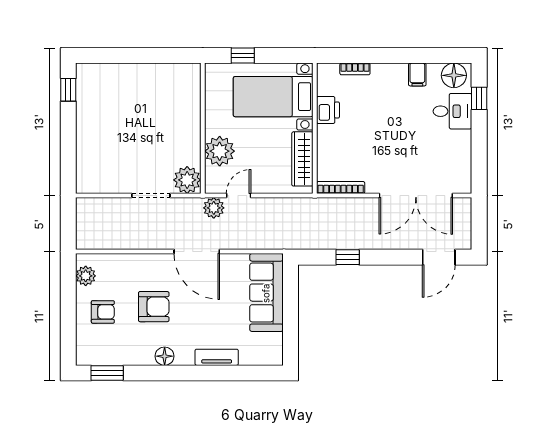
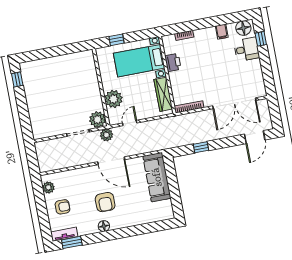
plant: (214, 208) -> (106, 135), moved
armchair: (154, 307) -> (105, 202), moved, turned 90
tv unit: (217, 357) -> (64, 234), moved

